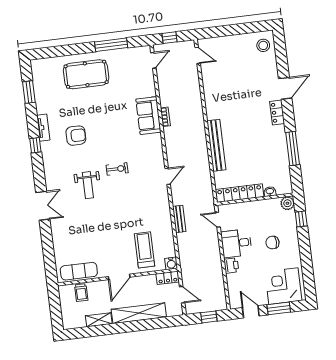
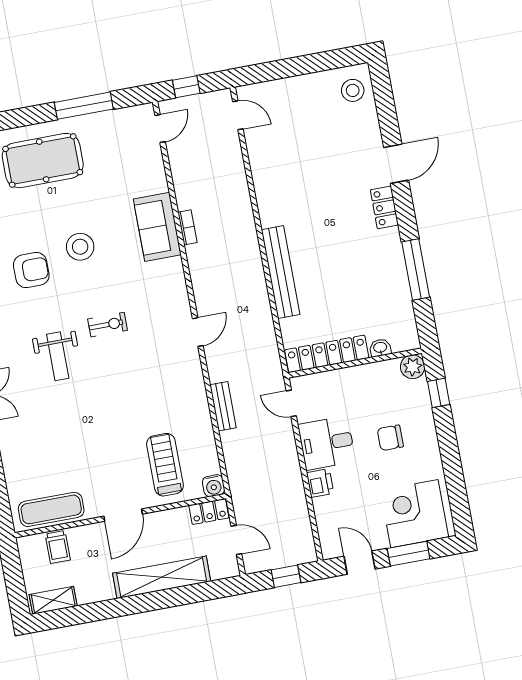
stool: (104, 124) -> (80, 247), added
shelving: (99, 320) -> (53, 600), moved

